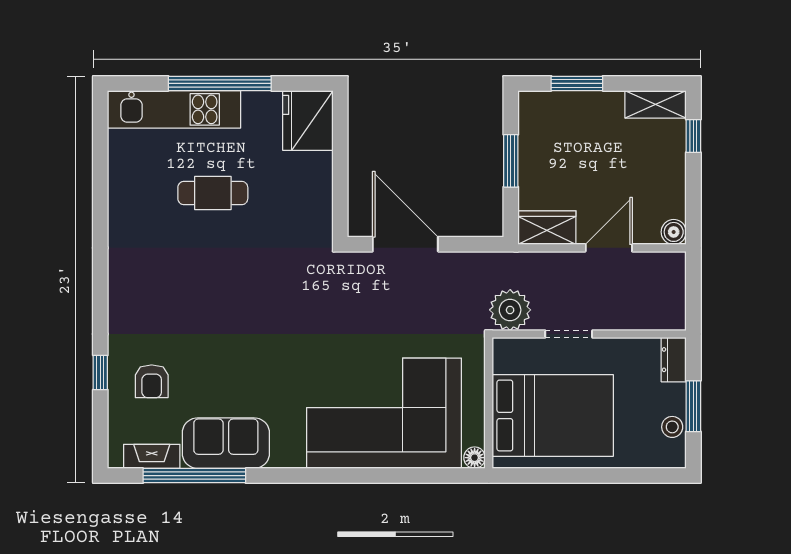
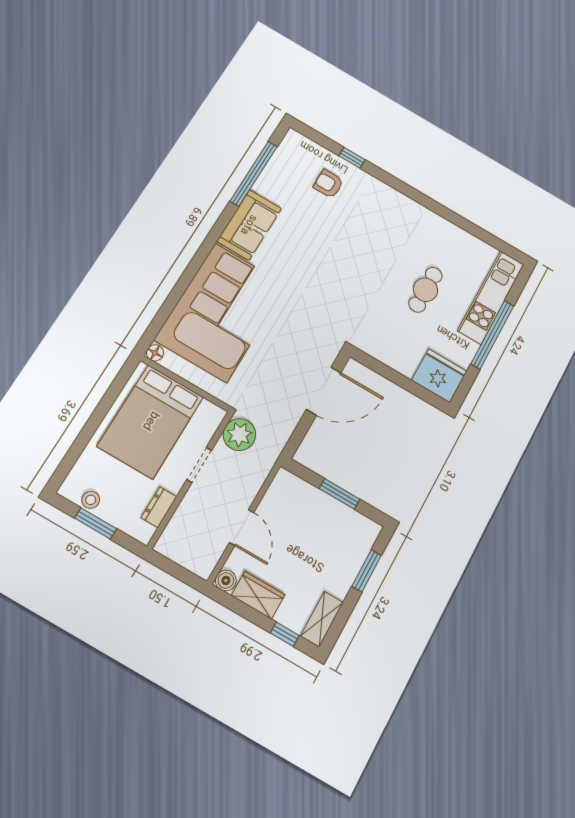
wardrobe: (547, 228) -> (258, 595), moved, turned -90
dresser: (674, 360) -> (159, 507), moved, turned -90
sofa: (226, 443) -> (249, 225), moved
fireplace: (152, 456) -> (281, 156), removed

